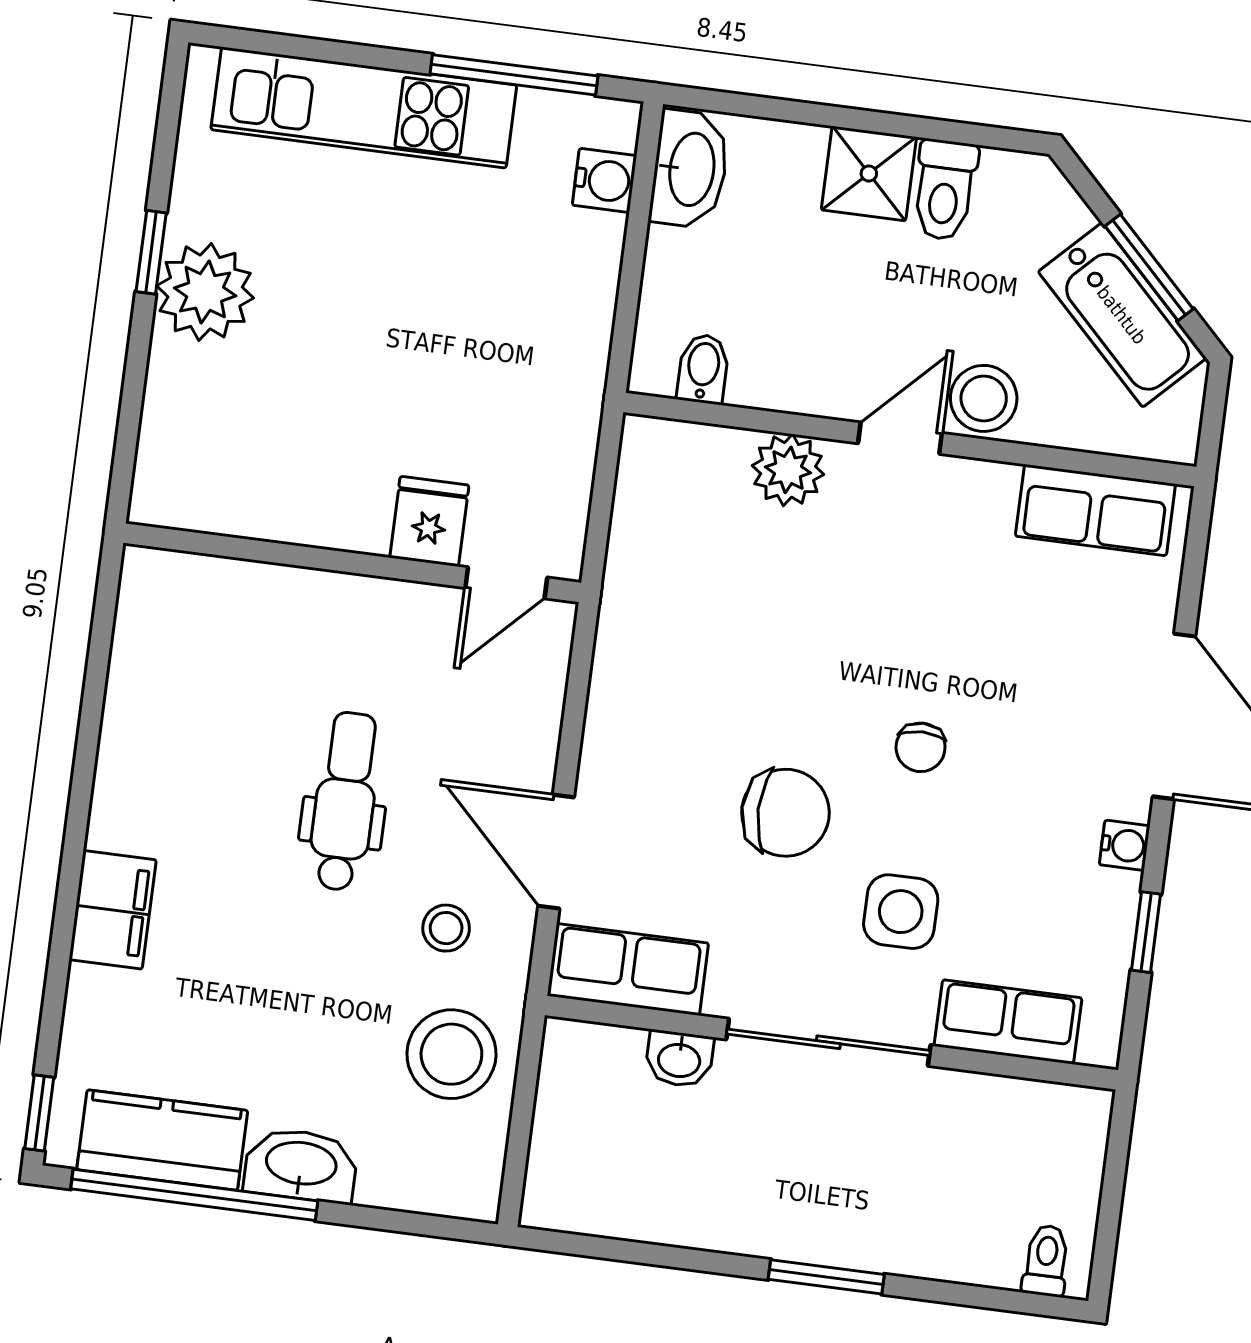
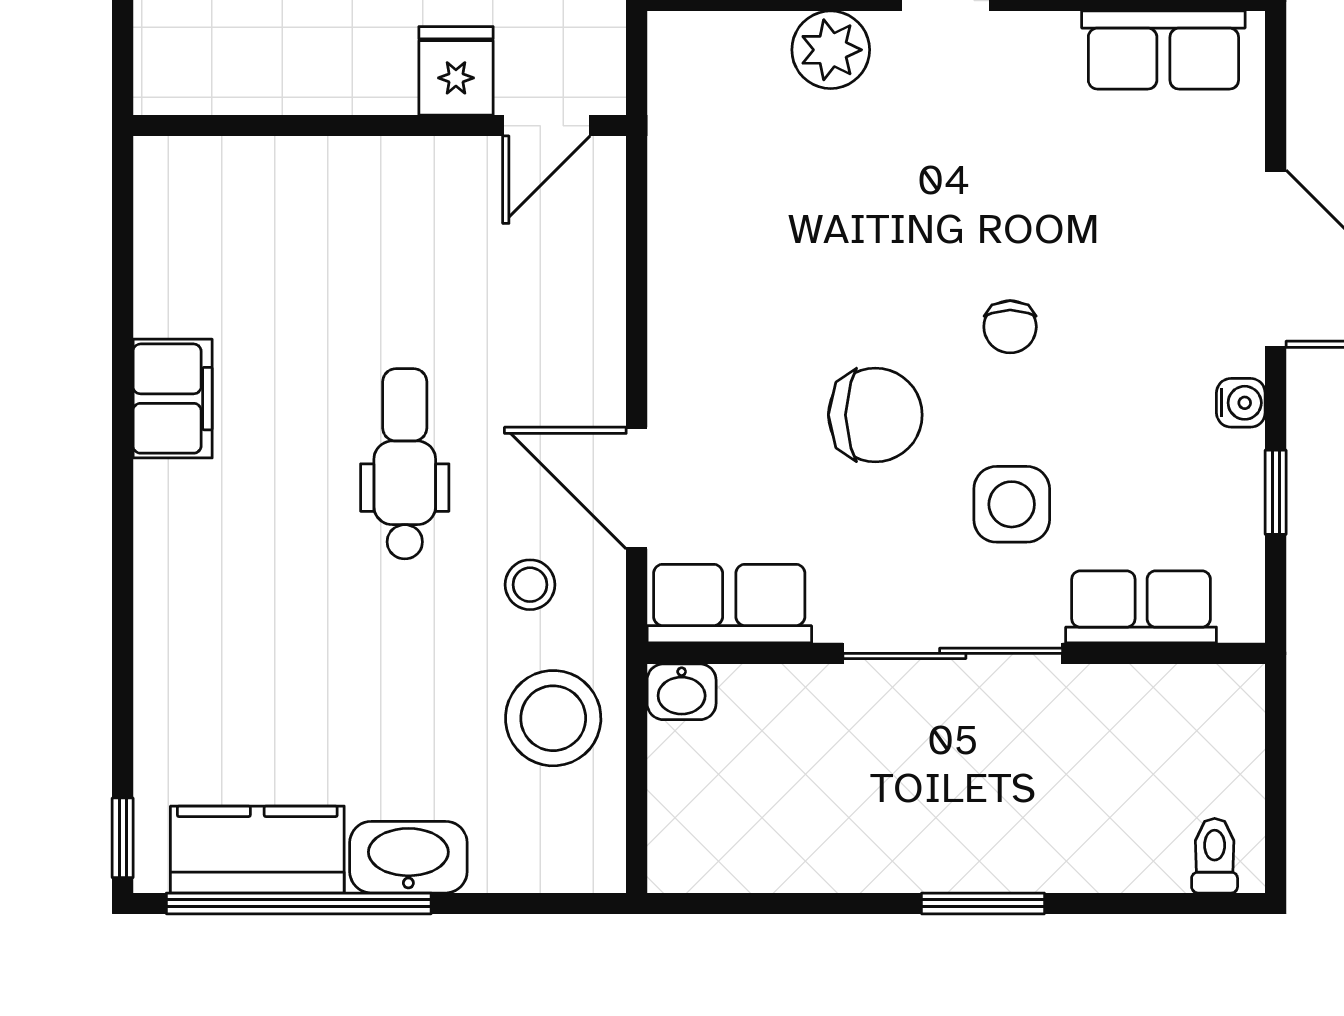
fridge: (429, 521) -> (456, 71), moved
wall: (352, 563) -> (380, 126), moved
door: (506, 583) -> (546, 126), moved
filing cabinet: (113, 910) -> (173, 399), moved
washbasin: (679, 1059) -> (682, 692), moved

